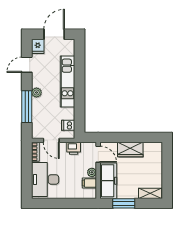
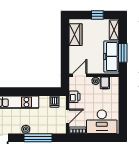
wardrobe: (130, 149) -> (76, 35), moved
window: (167, 174) -> (97, 15), added
freezer: (108, 181) -> (111, 56), moved, turned -90

